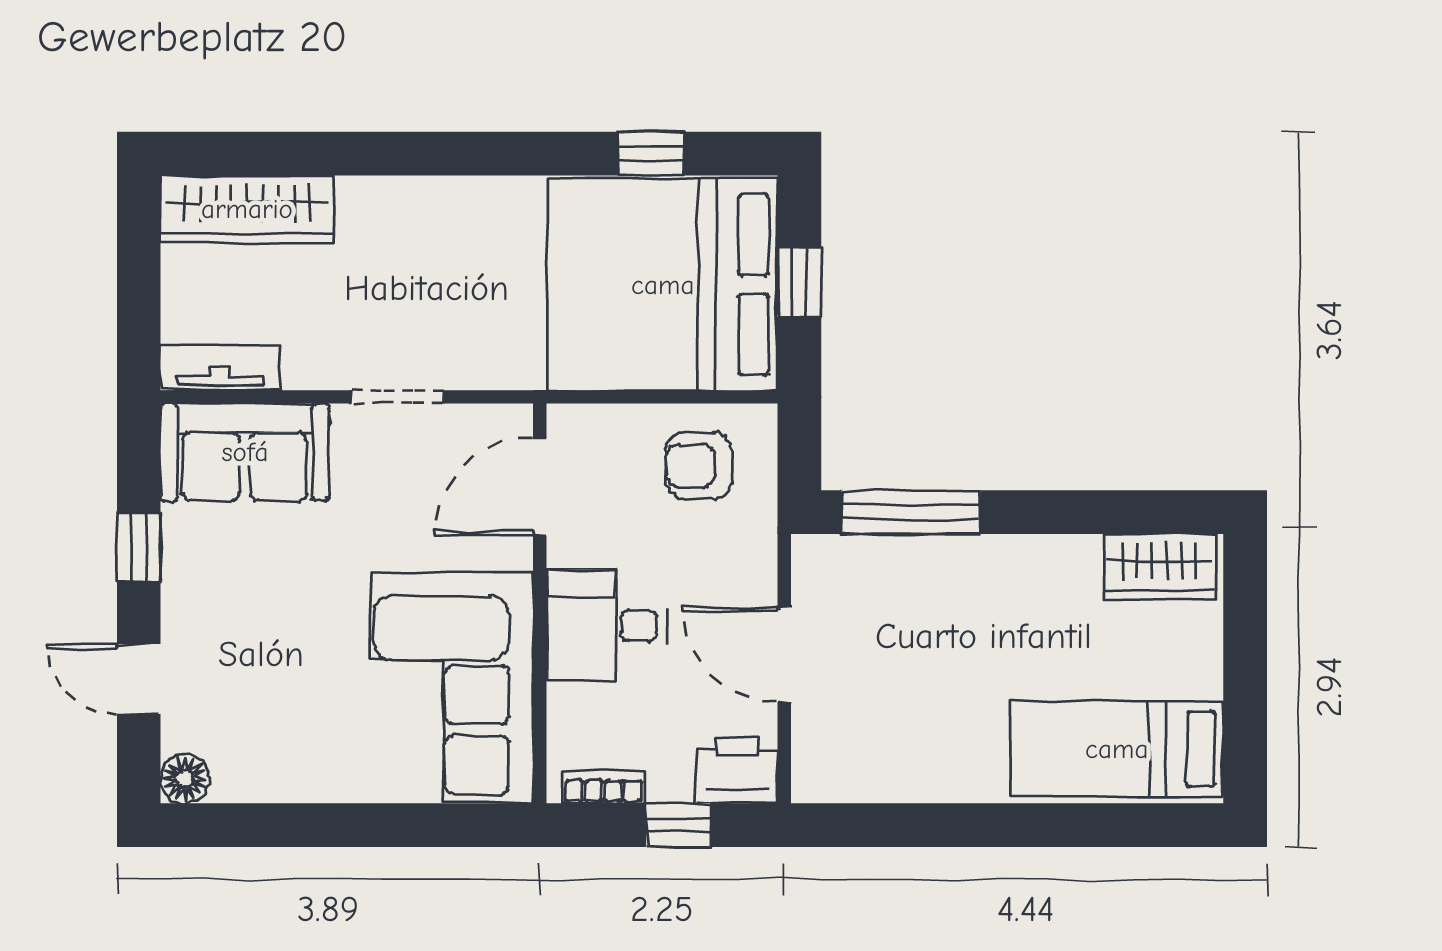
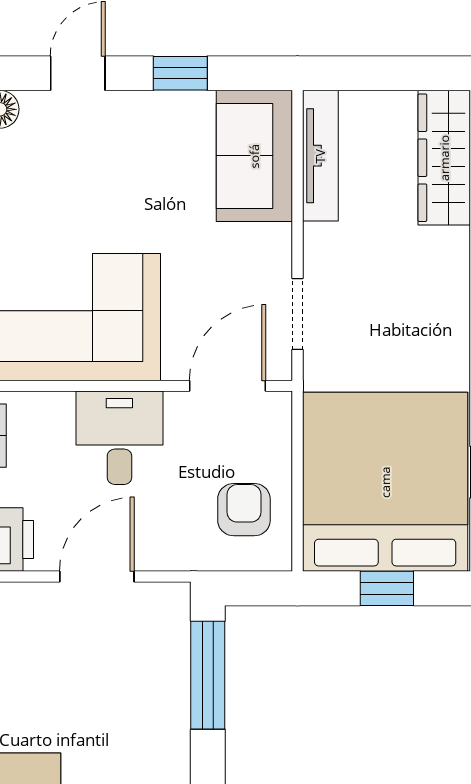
tv unit: (220, 368) -> (320, 156), width x1.41
doorway: (397, 397) -> (298, 314), moved
door: (540, 487) -> (228, 386), hinge flipped

